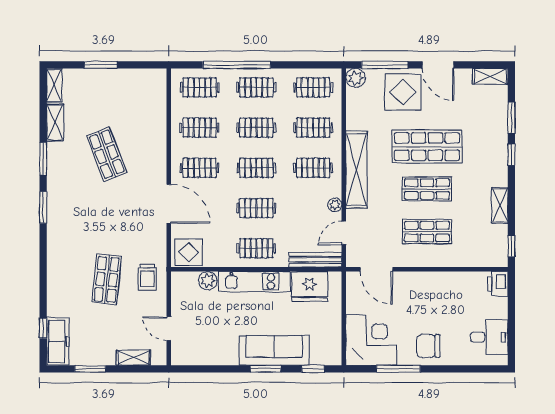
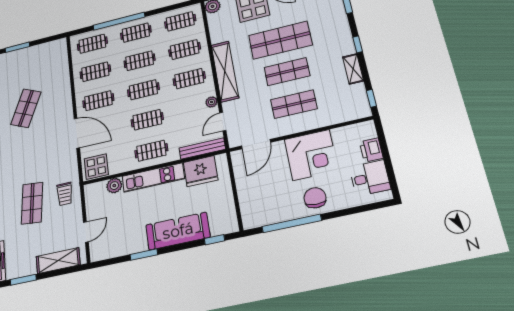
shop shelf: (107, 154) -> (26, 108), turned 45
window: (511, 155) -> (358, 44), moved
door: (376, 269) -> (256, 144), hinge flipped
printer: (498, 284) -> (371, 150), moved
door: (169, 329) -> (86, 232), swing flipped
corner desk: (371, 340) -> (311, 155), moved, turned 90
chair: (428, 346) -> (315, 198), turned 93
shelving: (133, 358) -> (58, 261), width x1.50, depth x1.33
window: (266, 369) -> (144, 255), moved
window: (398, 369) -> (292, 223), width x1.46

